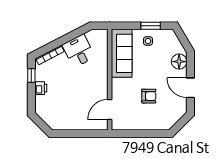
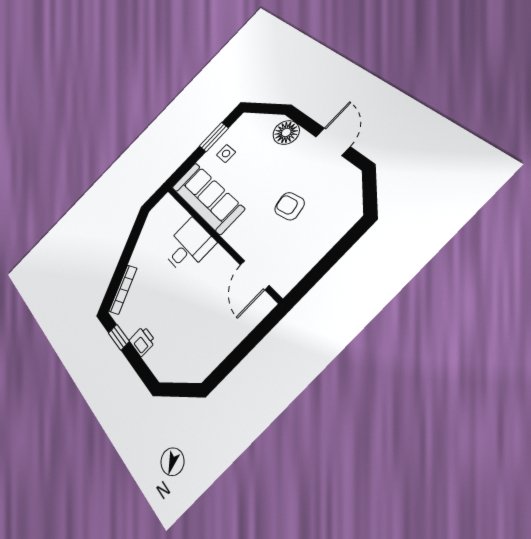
desk: (79, 51) -> (188, 246), moved, turned 117
door: (190, 88) -> (333, 142), swing flipped
armchair: (149, 96) -> (289, 206), turned -101

